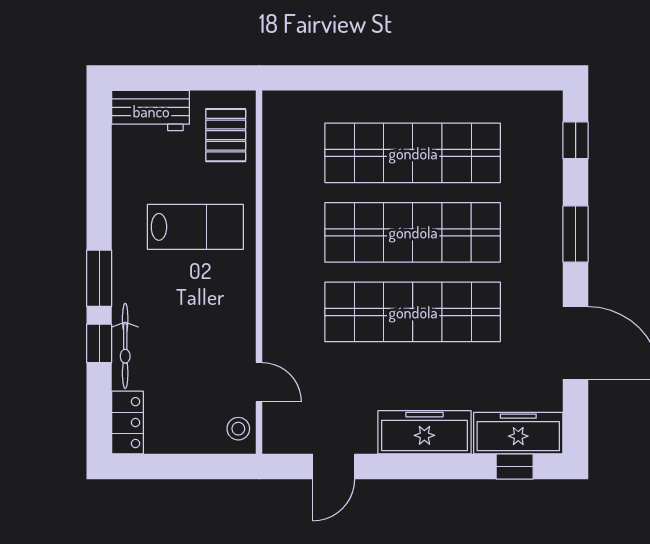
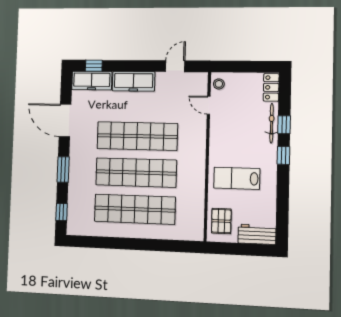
window: (99, 278) -> (283, 155), width x0.67

